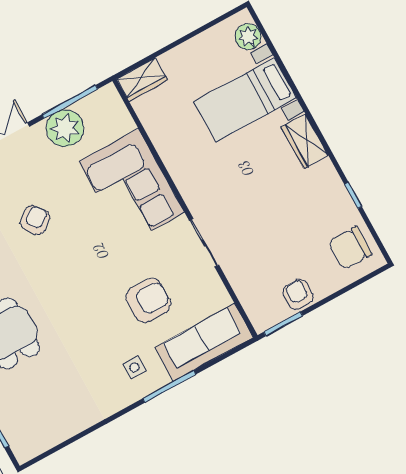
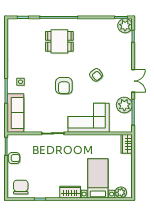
armchair: (148, 300) -> (64, 86), moved

